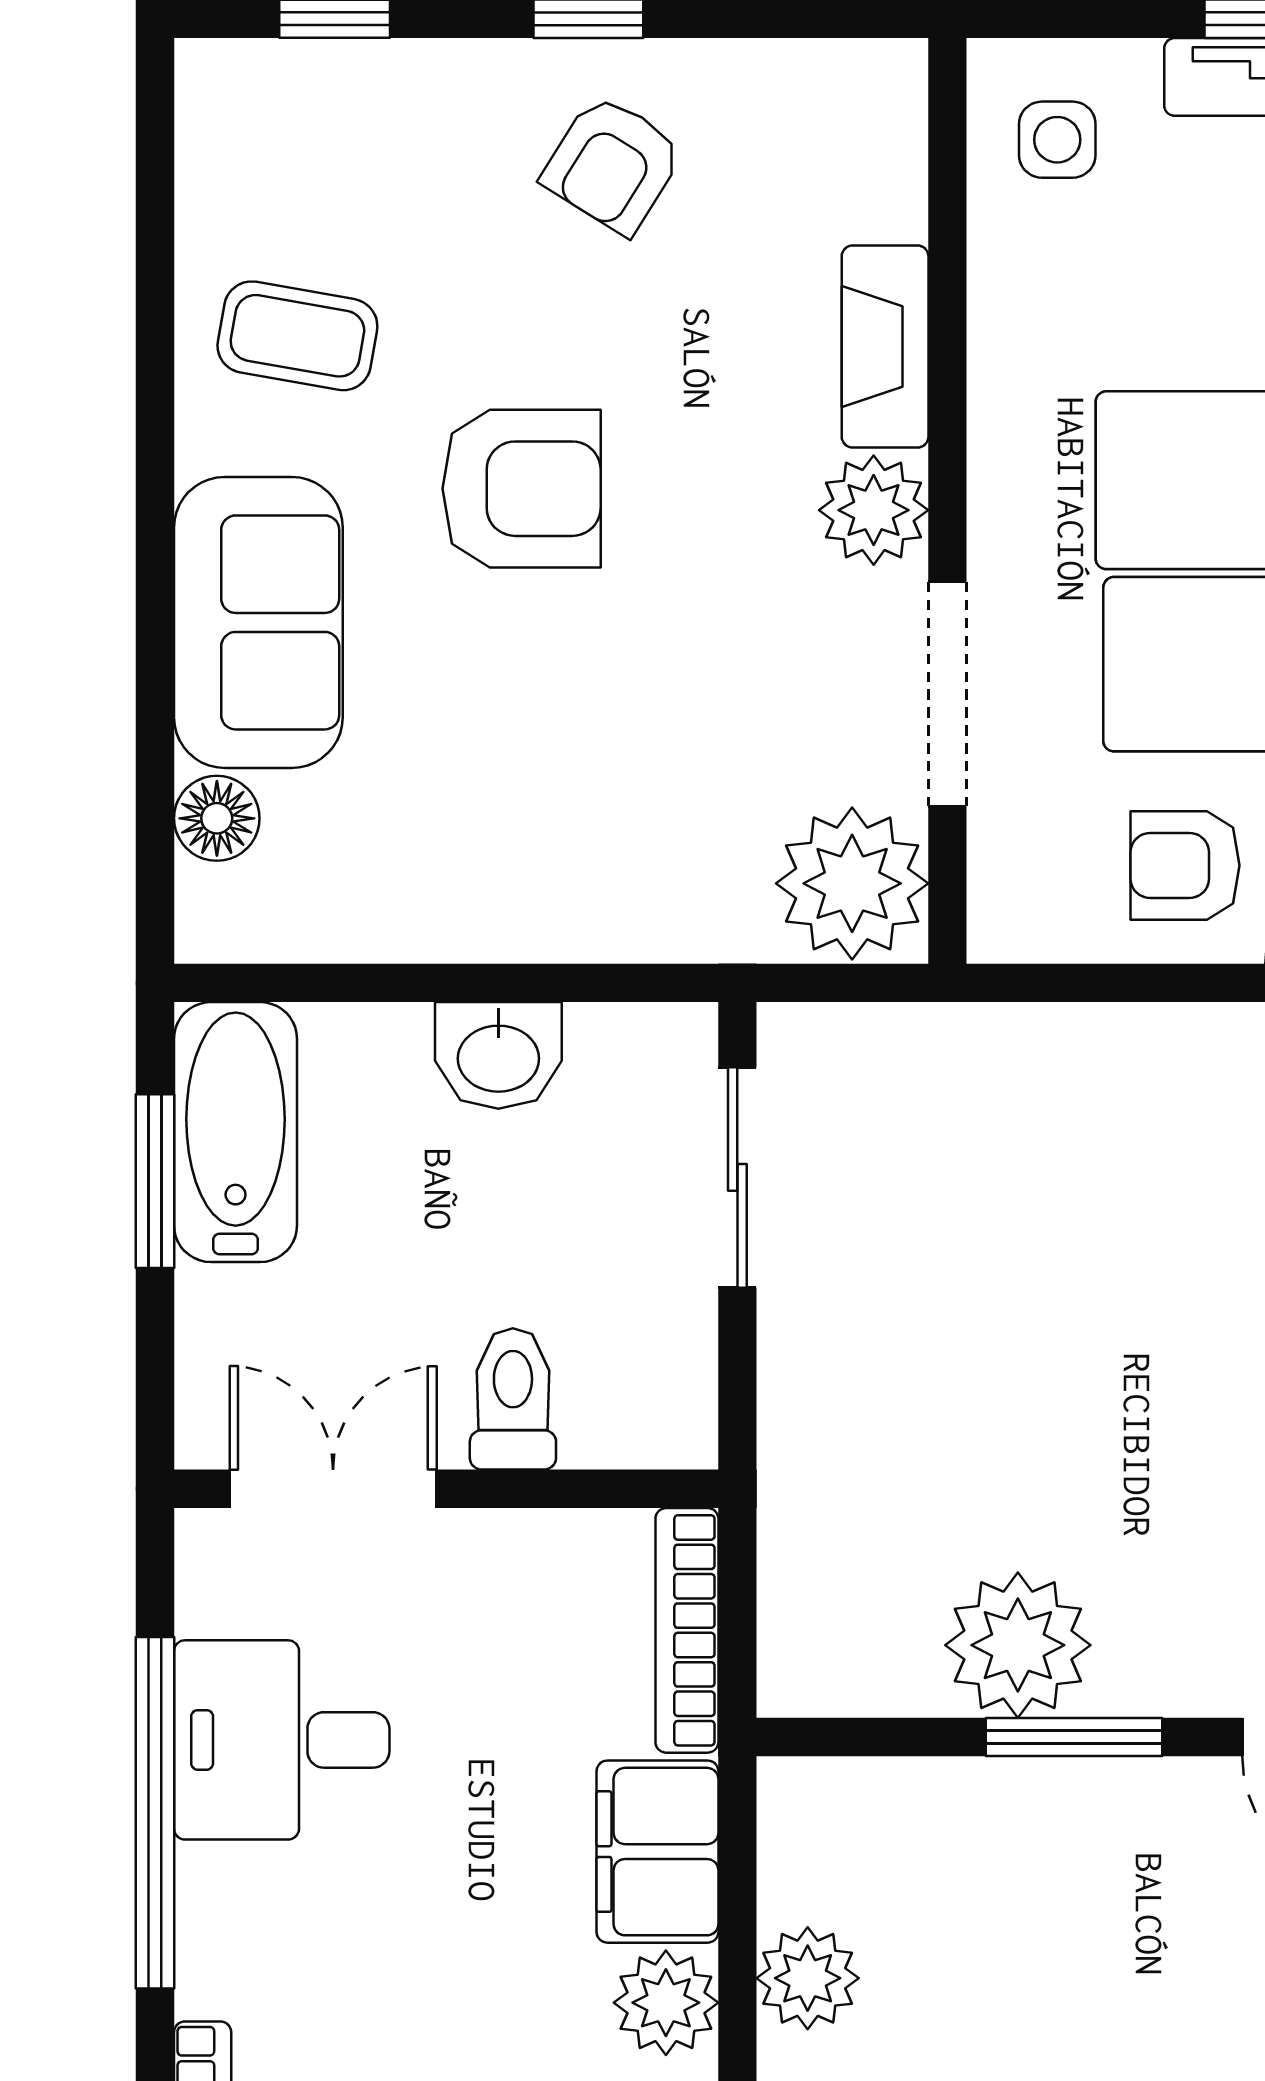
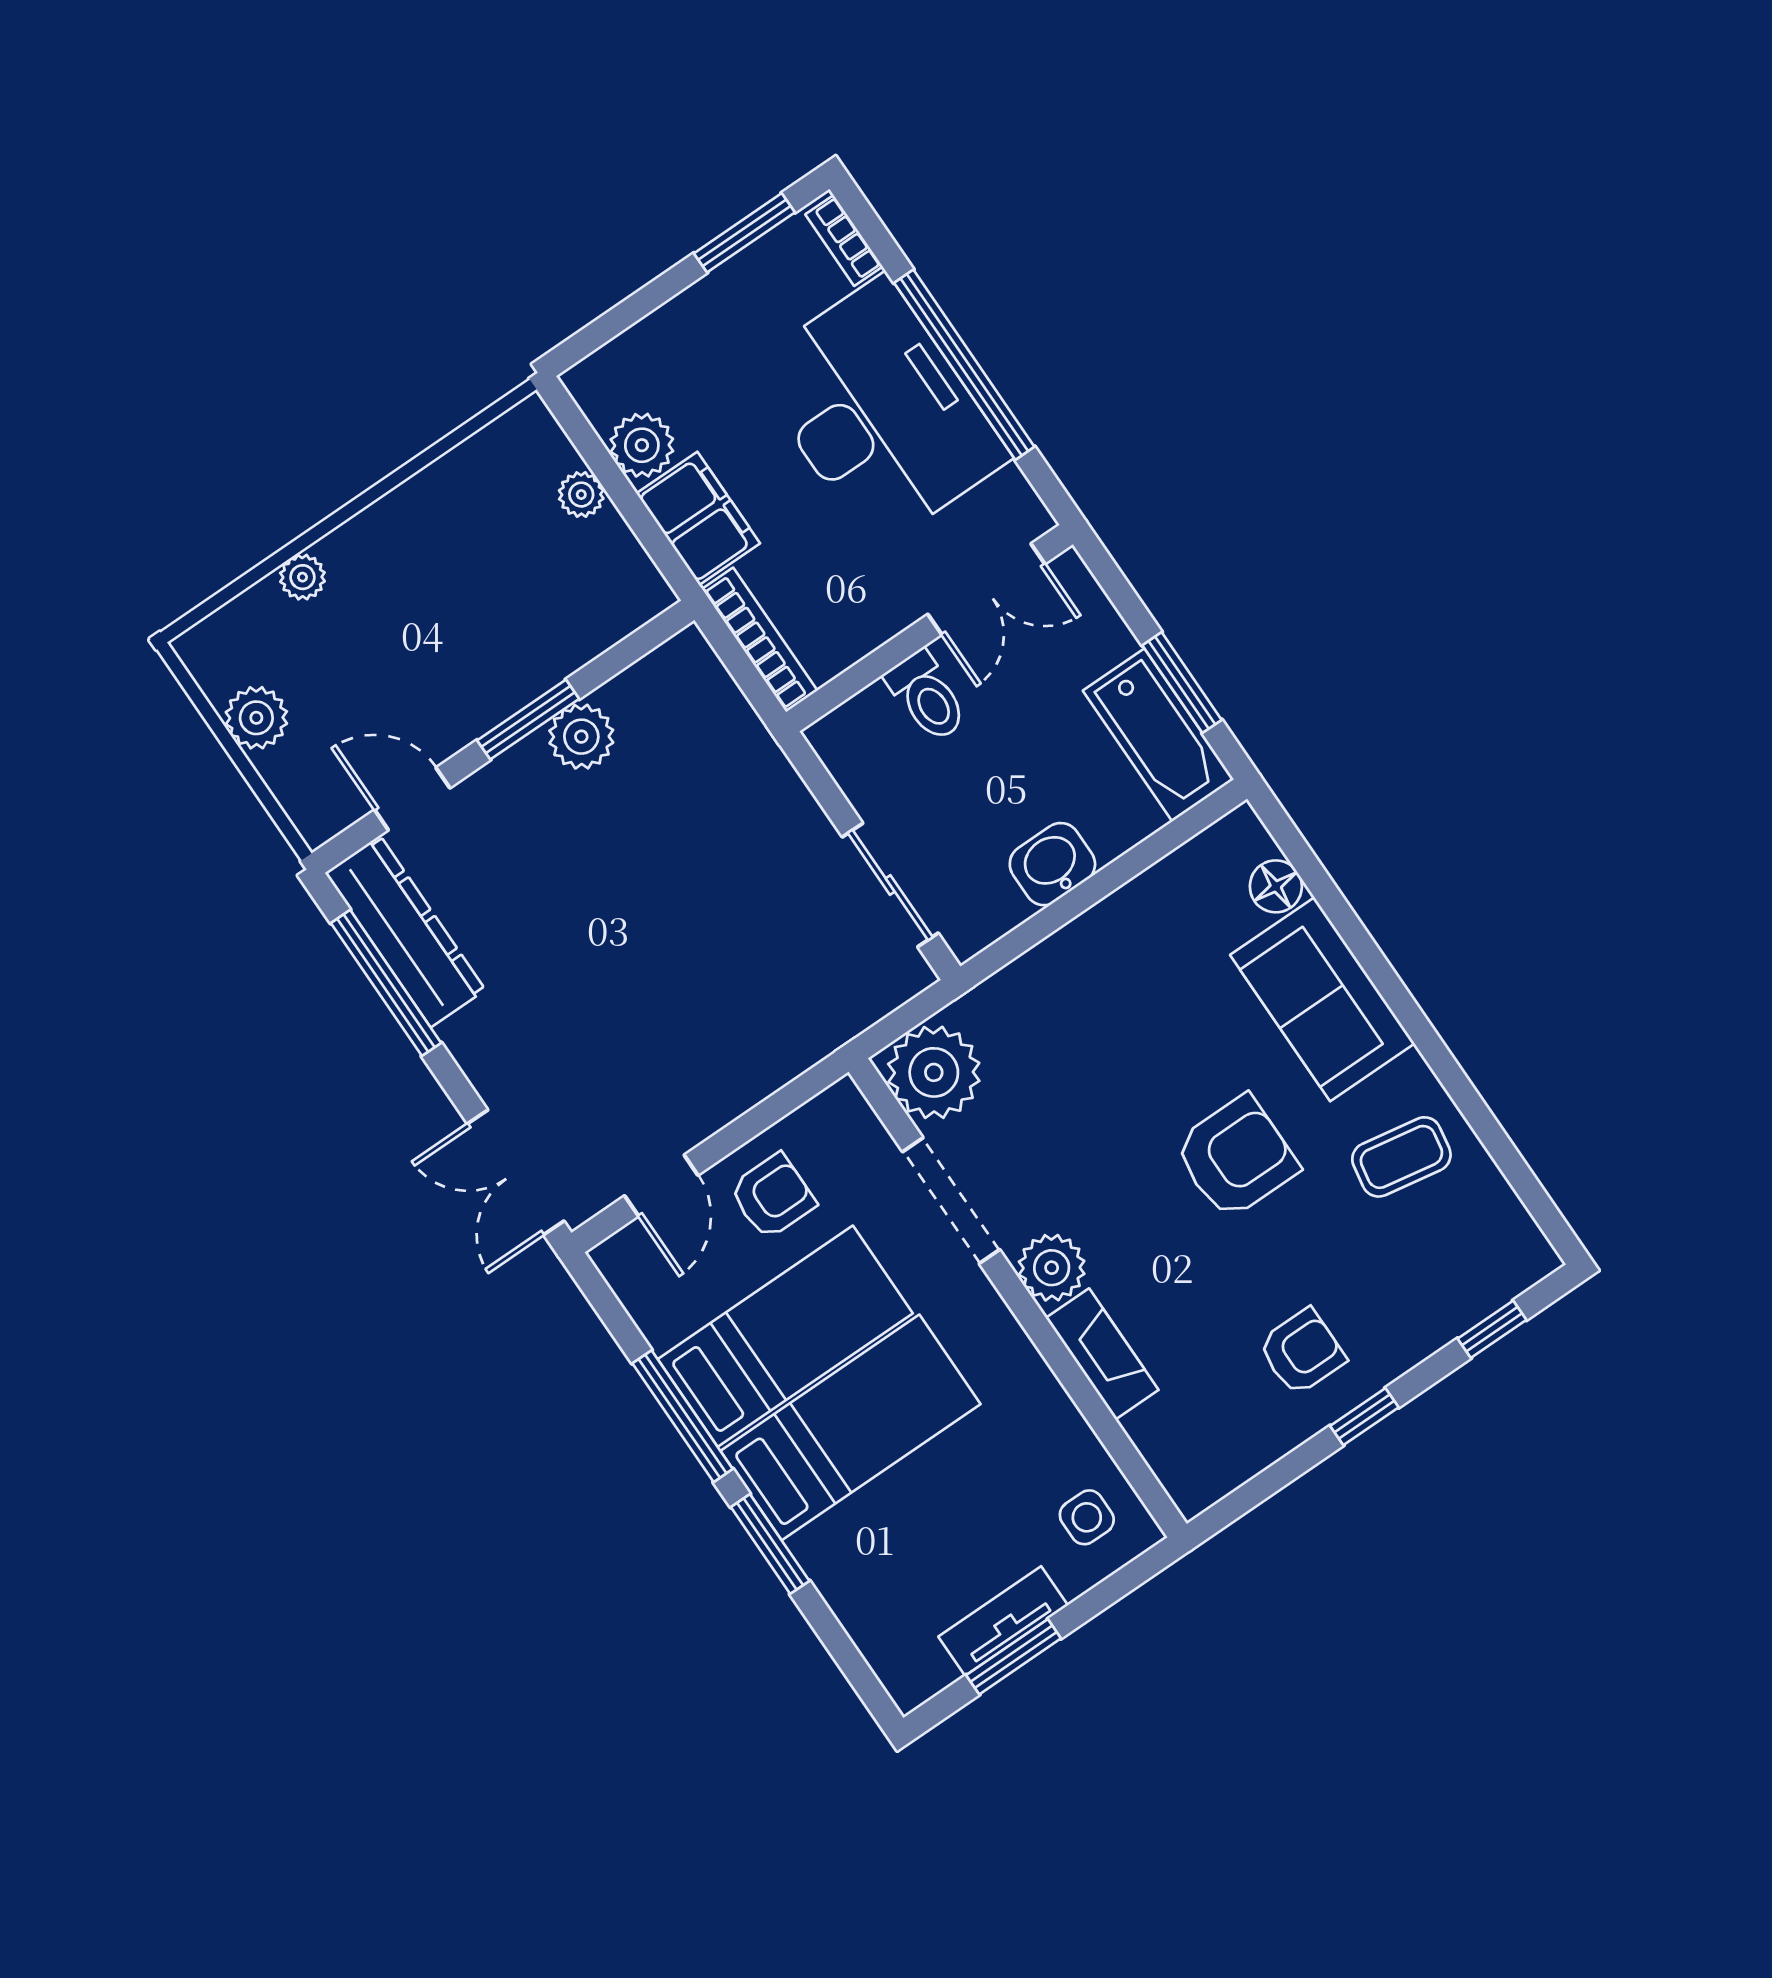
armchair: (613, 164) -> (1302, 1352), turned 58
armchair: (522, 489) -> (1236, 1157), turned 180
plant: (1018, 1645) -> (581, 737), width x0.73, depth x0.73
desk: (282, 1740) -> (879, 412), width x1.87, depth x1.30
plant: (808, 1978) -> (581, 495), width x0.73, depth x0.73

